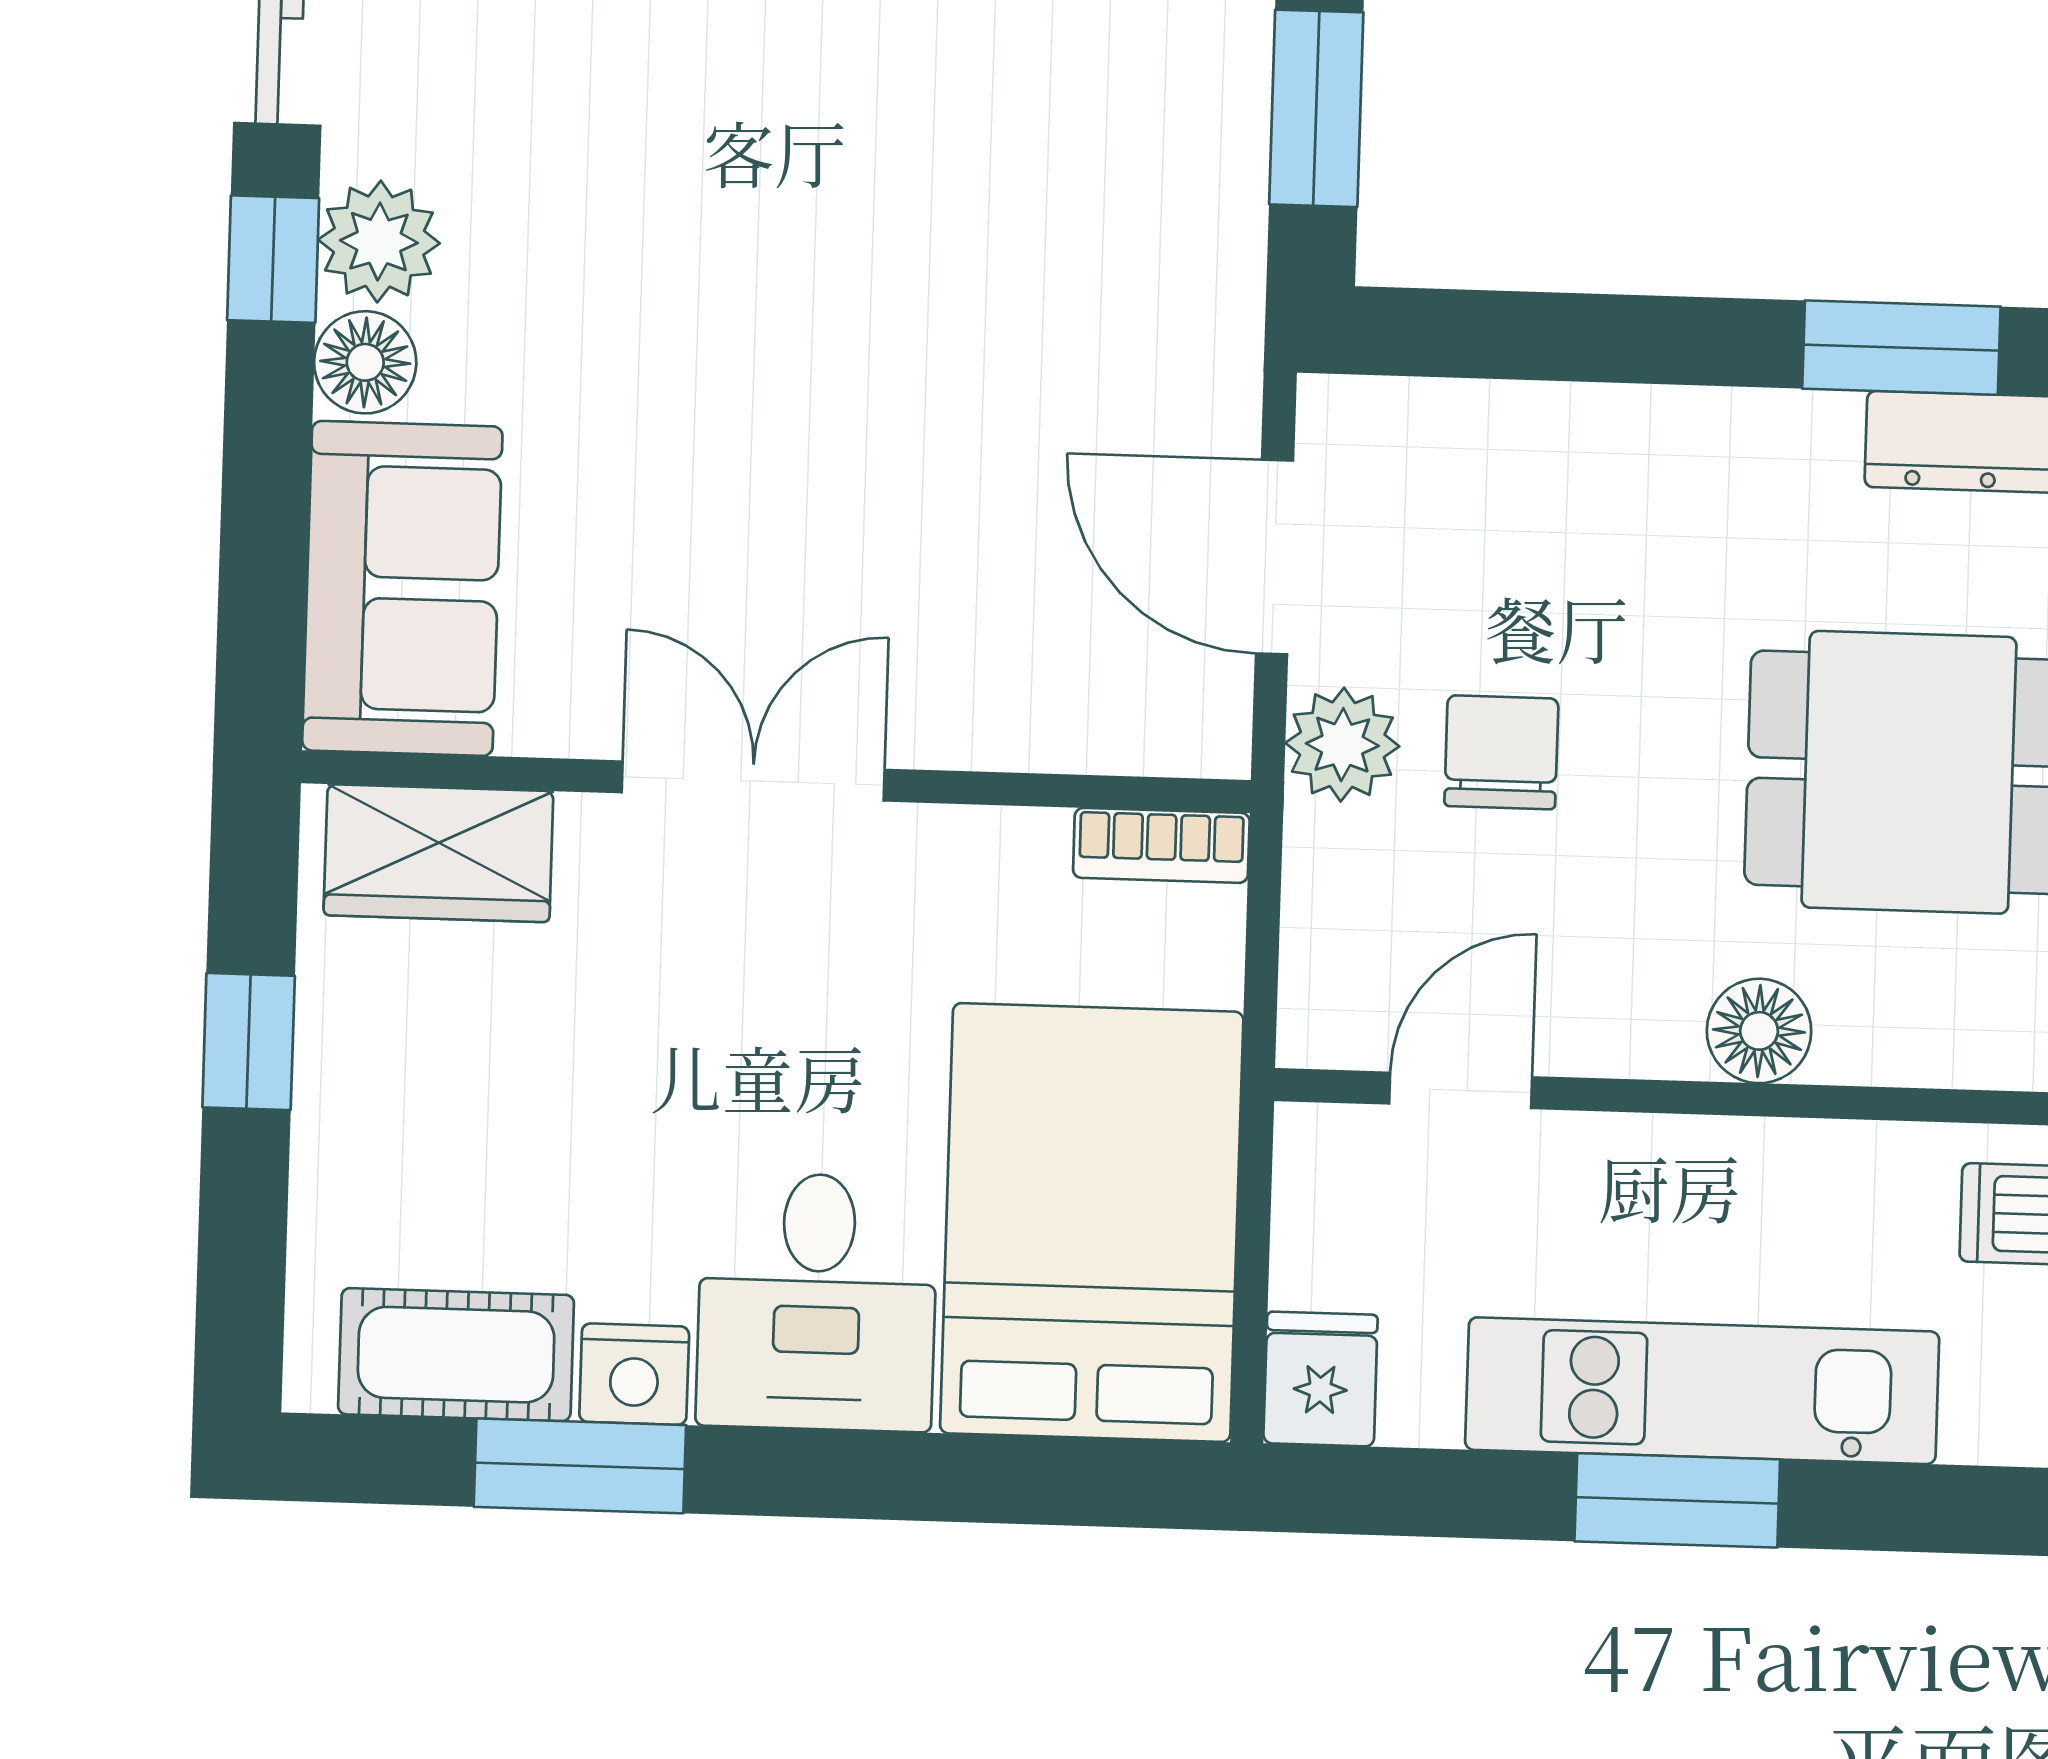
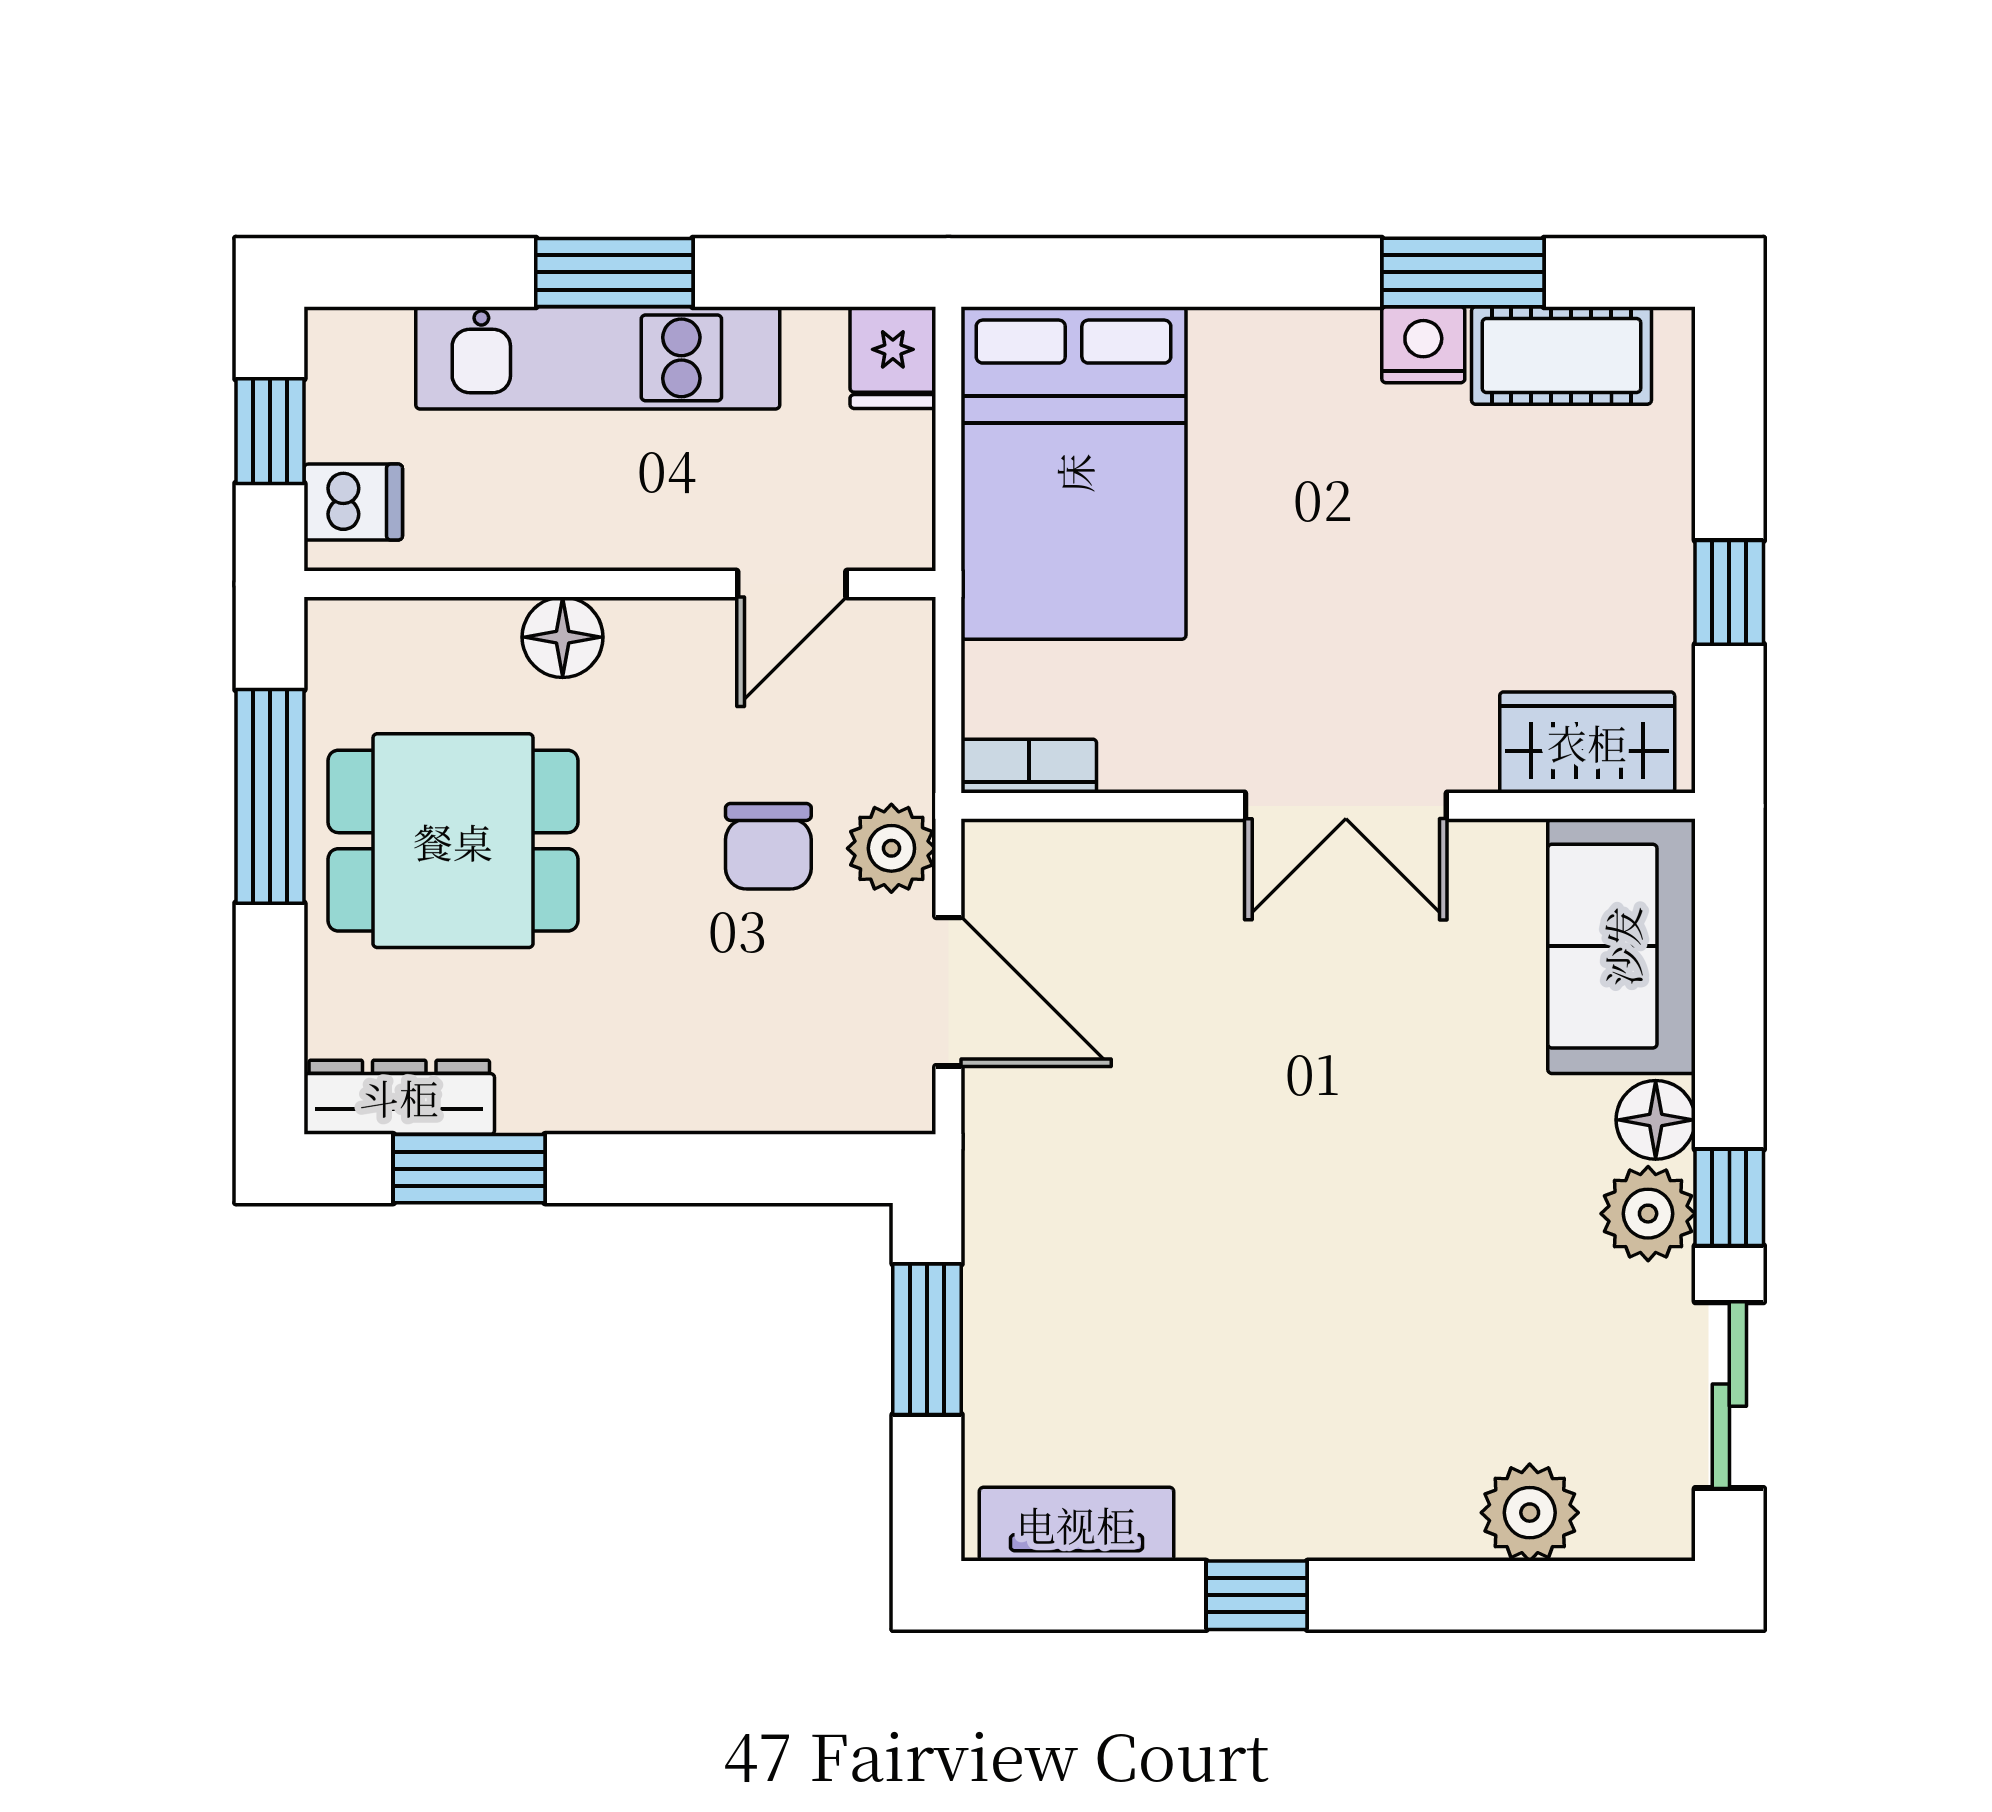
desk: (817, 1302) -> (1284, 405), removed

